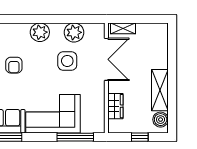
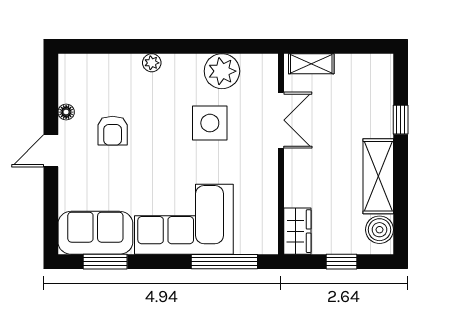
plant: (40, 32) -> (152, 63), width x0.53, depth x0.53
double door: (106, 59) -> (281, 120), width x0.73
window: (172, 59) -> (401, 120), added
wardrobe: (115, 106) -> (297, 231), moved

